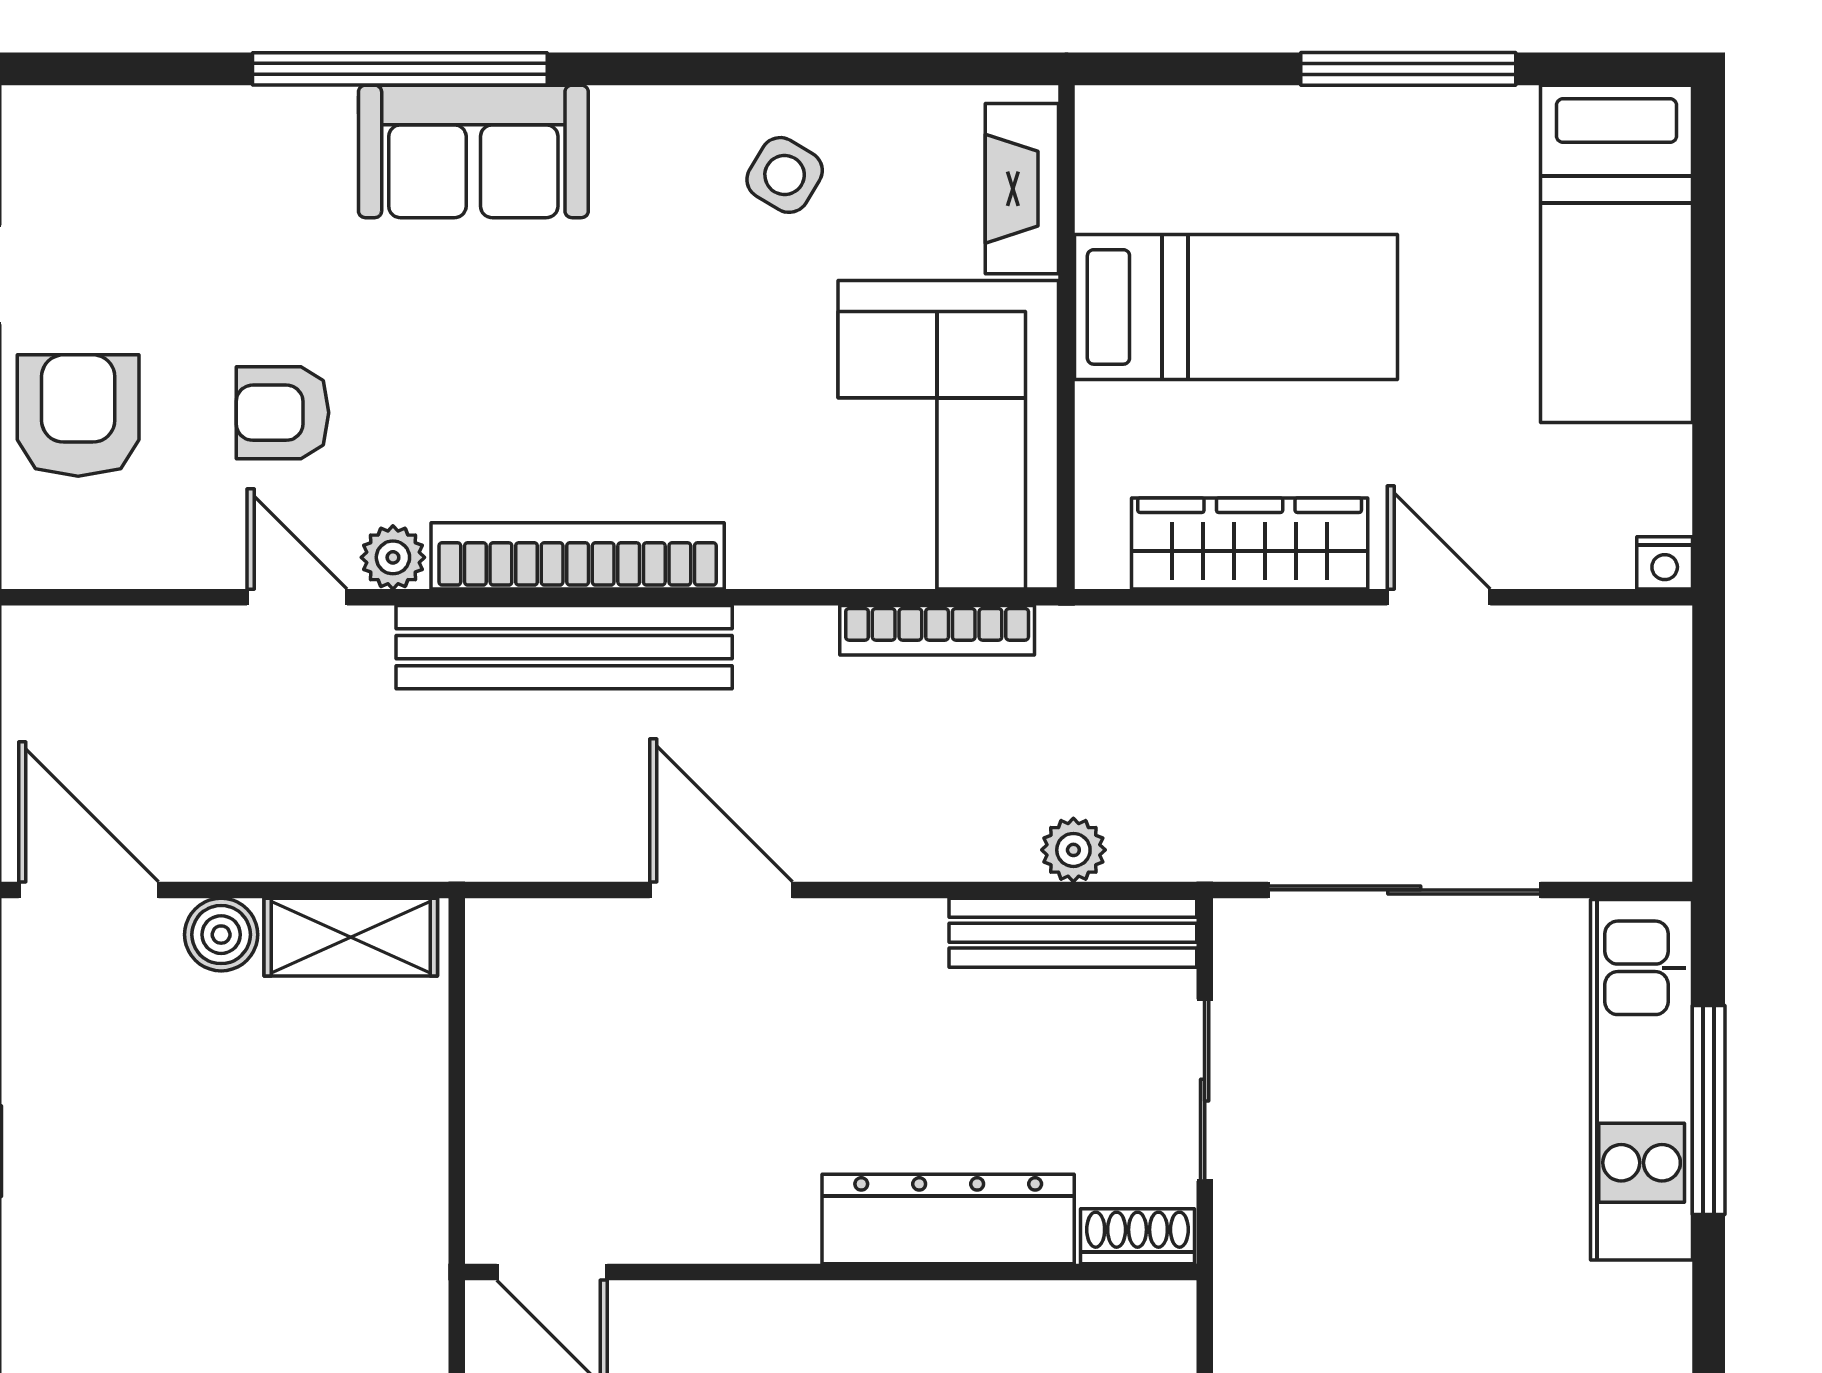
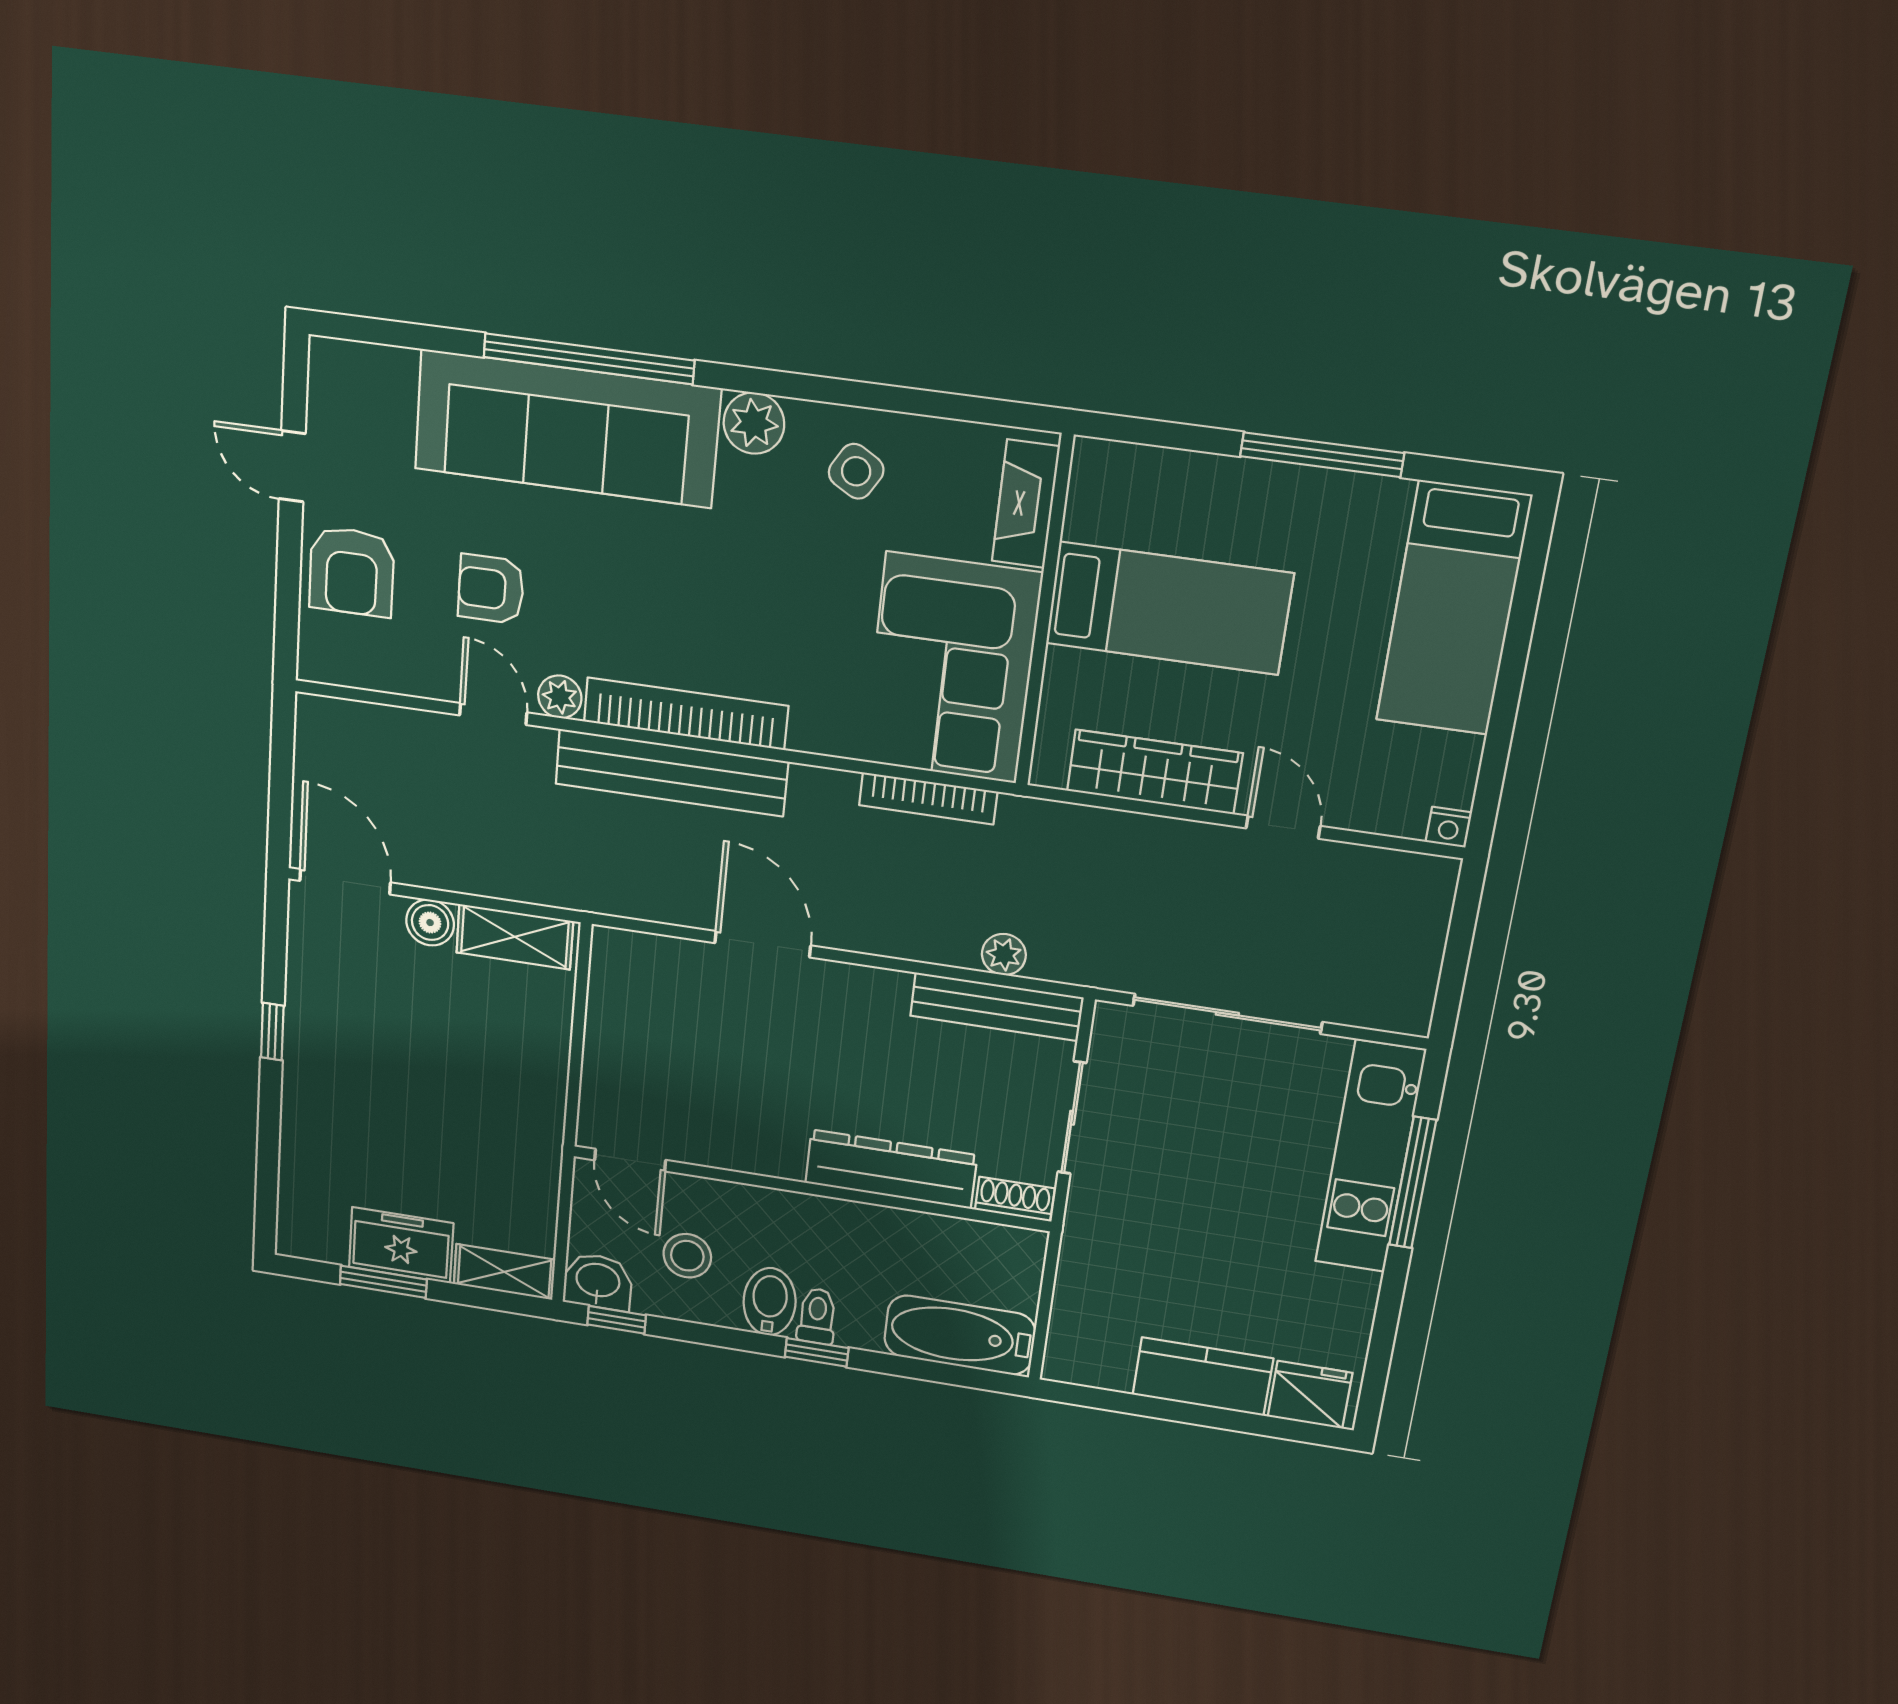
plant: (637, 127) -> (754, 423), added
sofa: (473, 151) -> (567, 429), width x1.85, depth x1.27
armchair: (78, 415) -> (352, 572), turned 180

